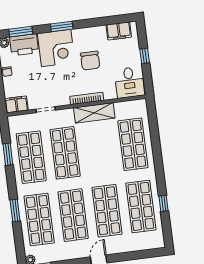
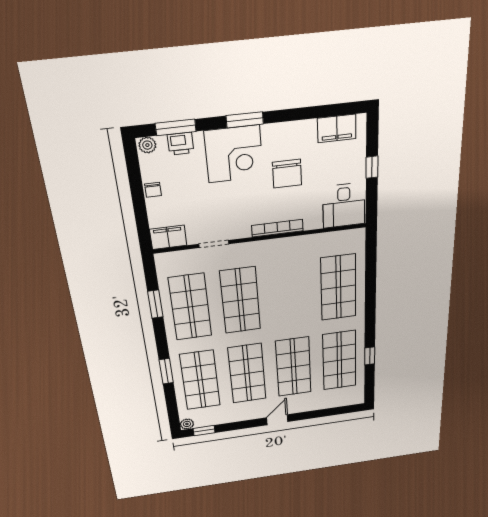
printer: (24, 45) -> (181, 144), width x0.53, depth x0.68
shelving: (94, 113) -> (287, 248), removed

